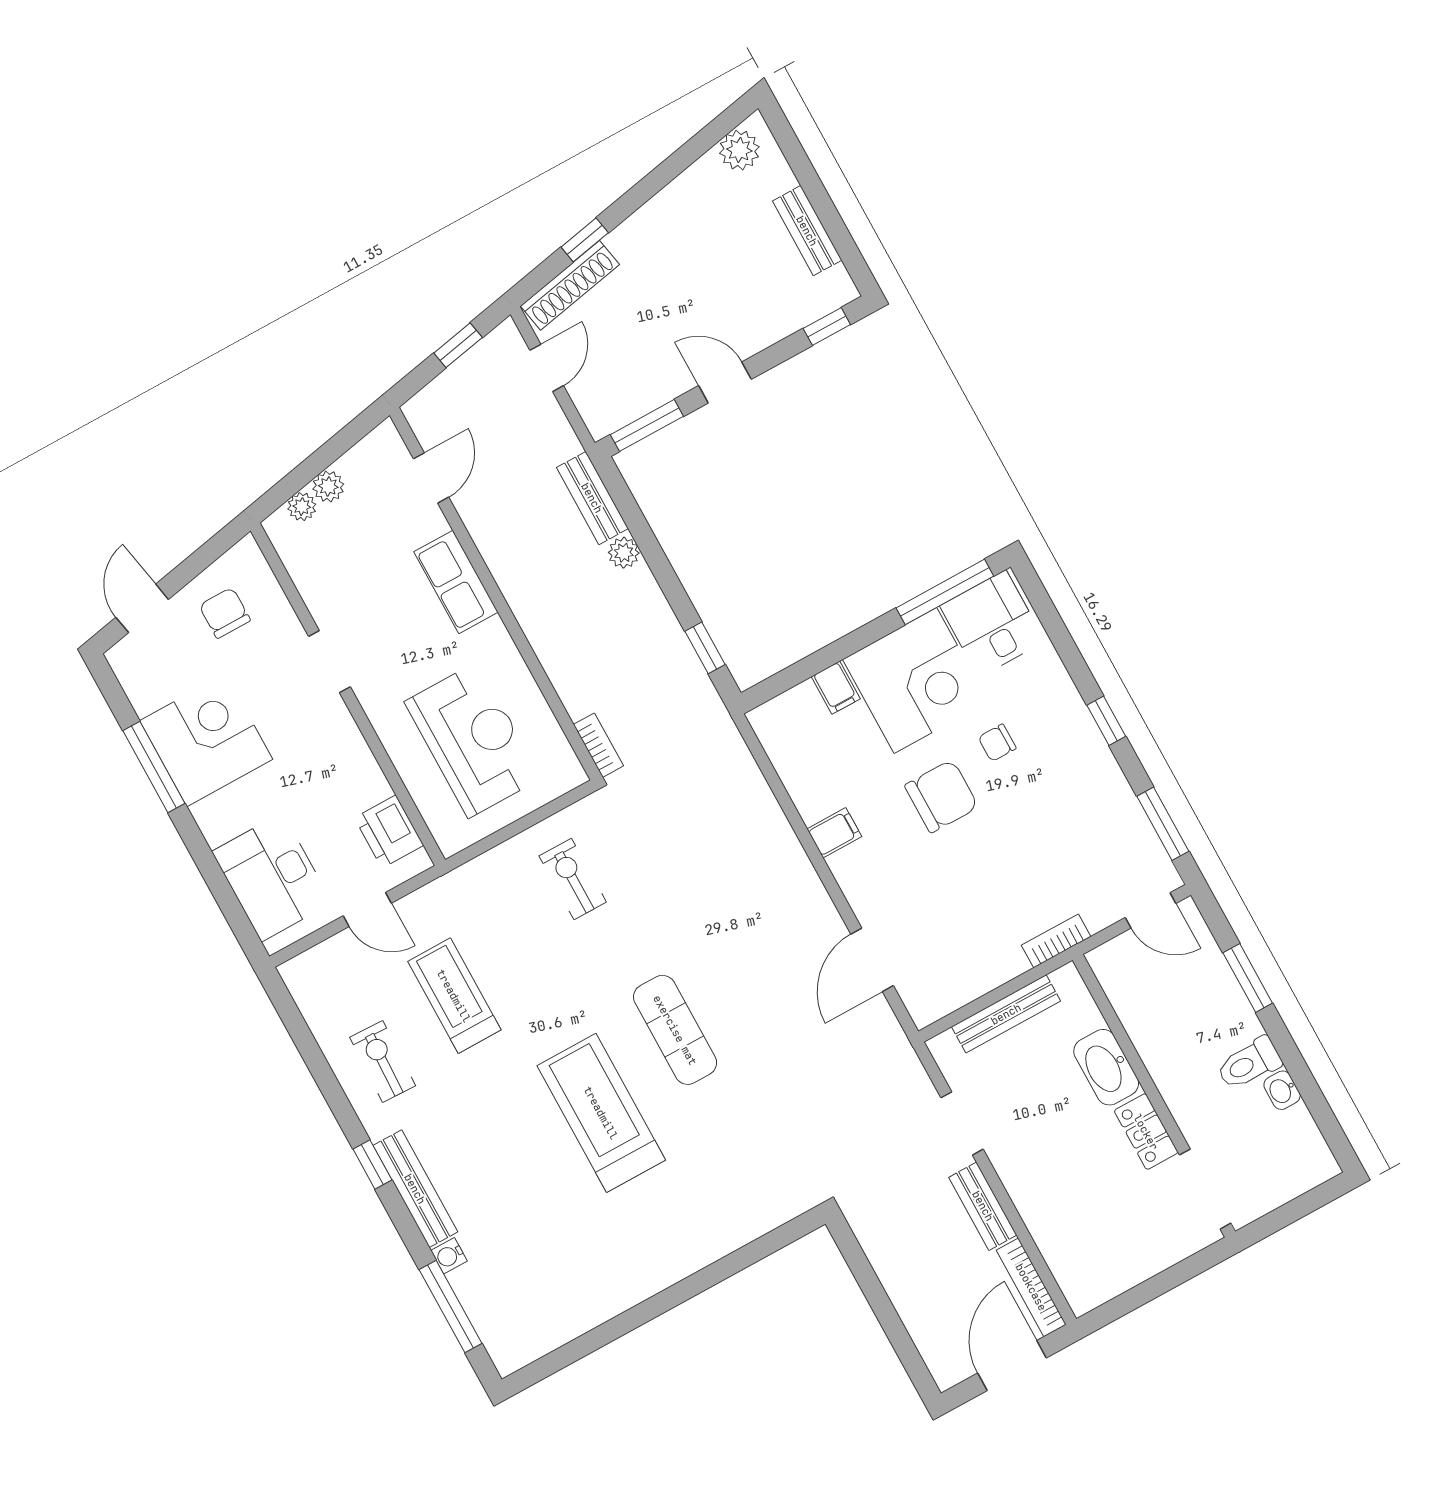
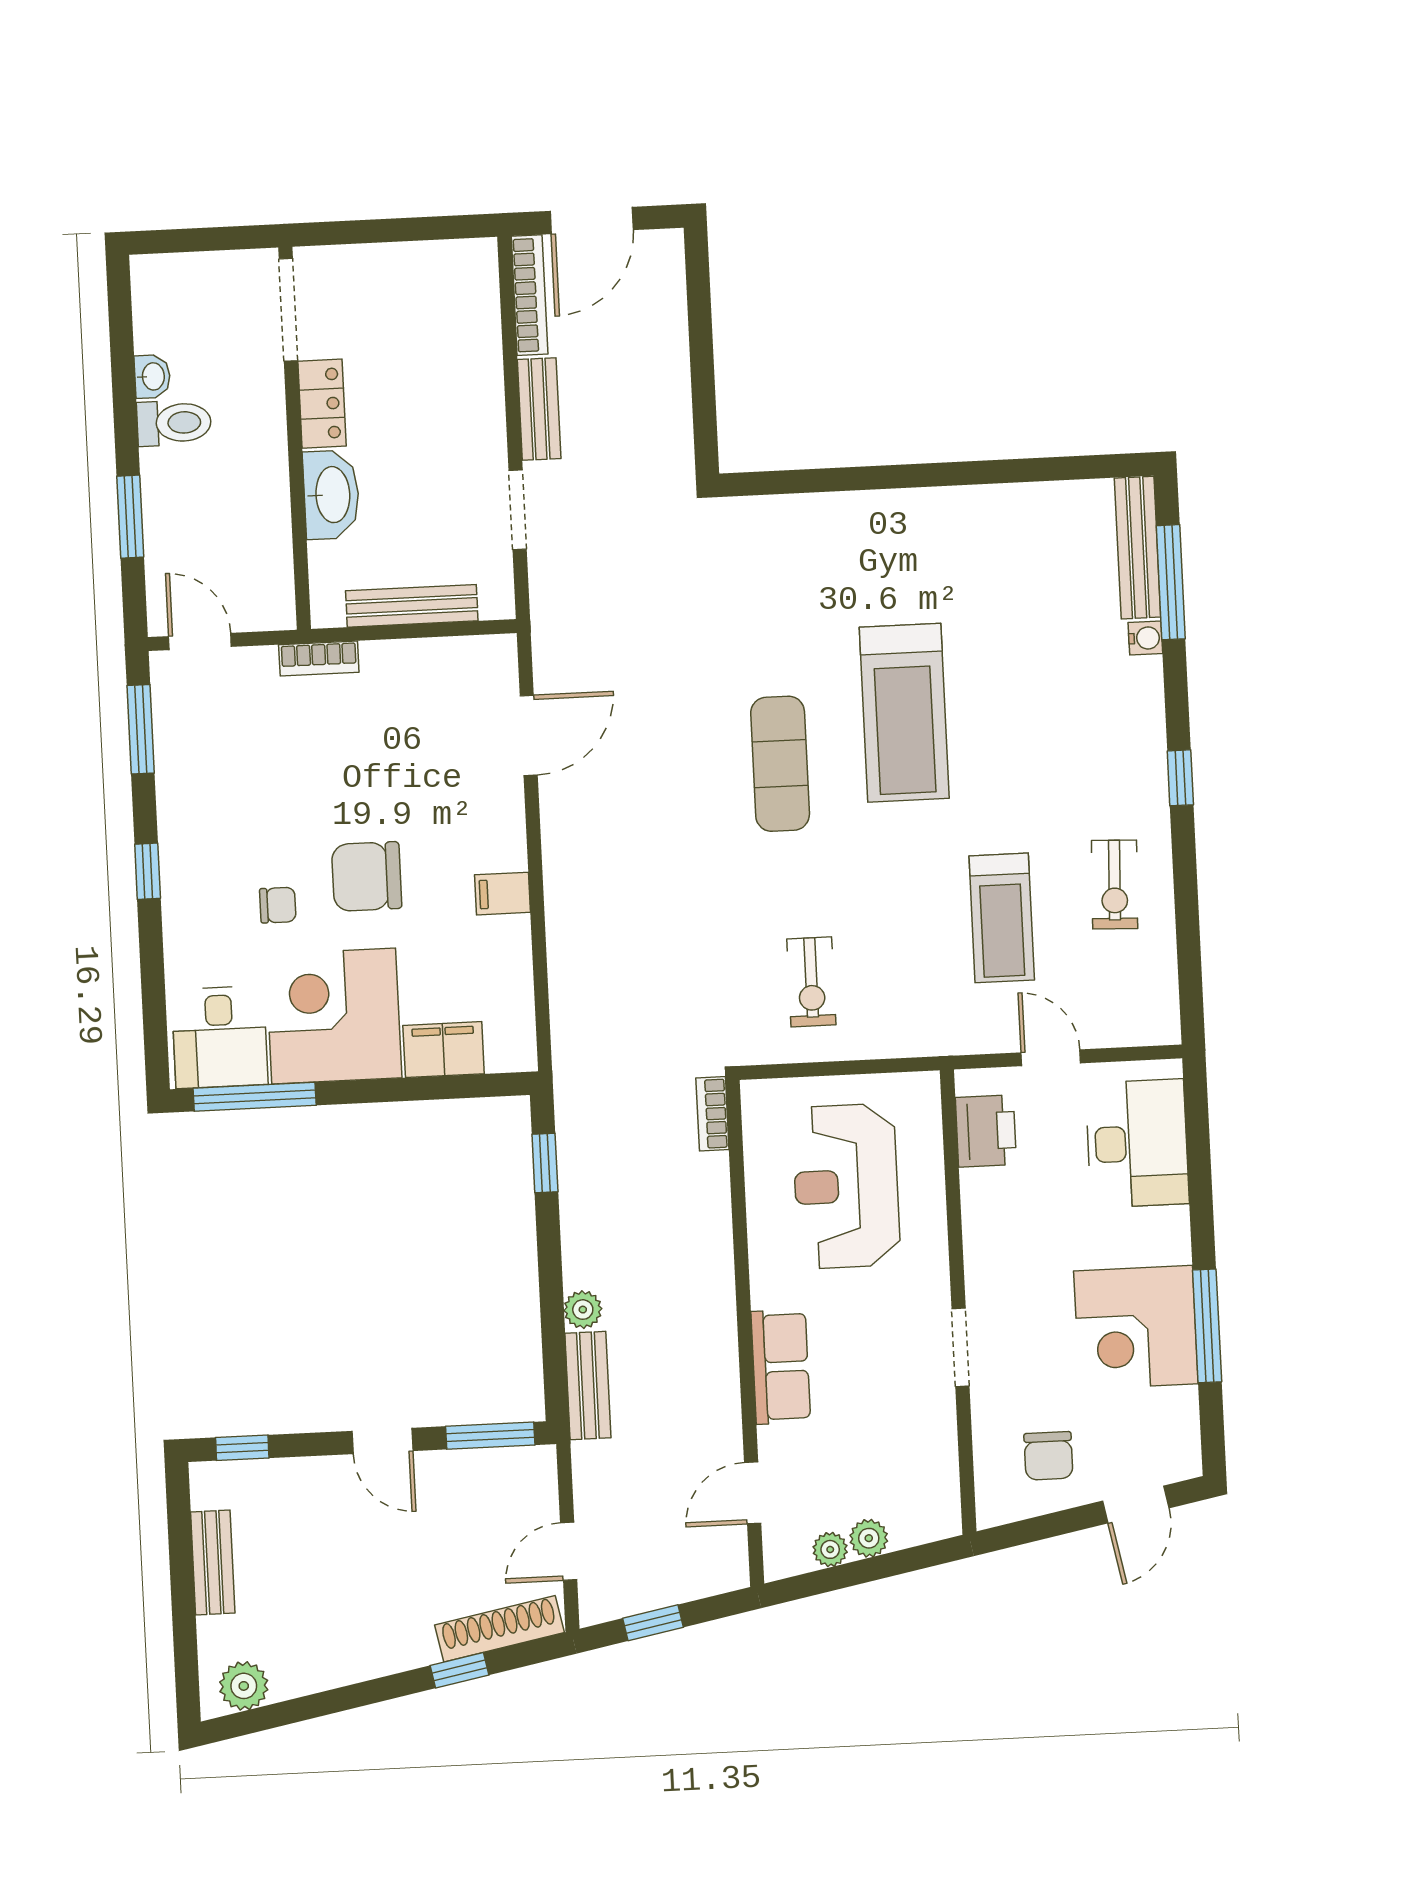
plant: (302, 507) -> (830, 1549), moved
filing cabinet: (836, 688) -> (444, 1050), width x2.00
bench: (415, 1189) -> (1138, 548), moved

